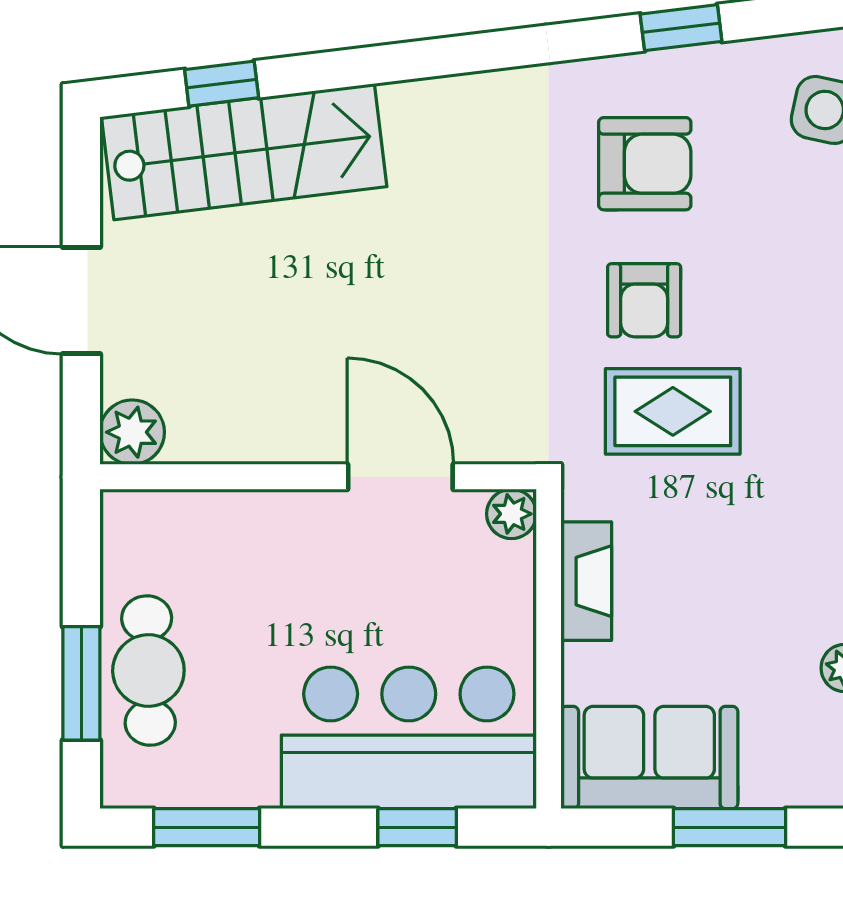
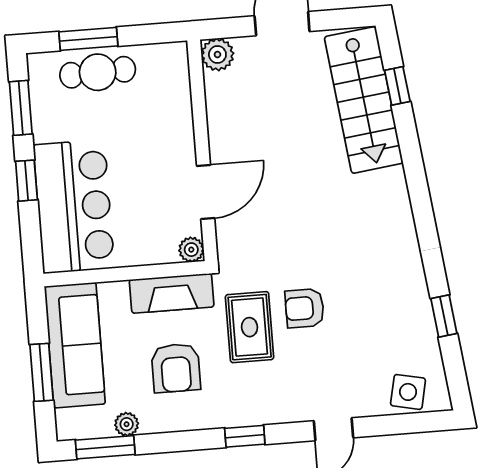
armchair: (645, 164) -> (176, 368), moved
fireplace: (586, 581) -> (172, 293), width x1.37, depth x1.32
sofa: (649, 758) -> (75, 345), width x1.36
window: (417, 827) -> (26, 181), moved

